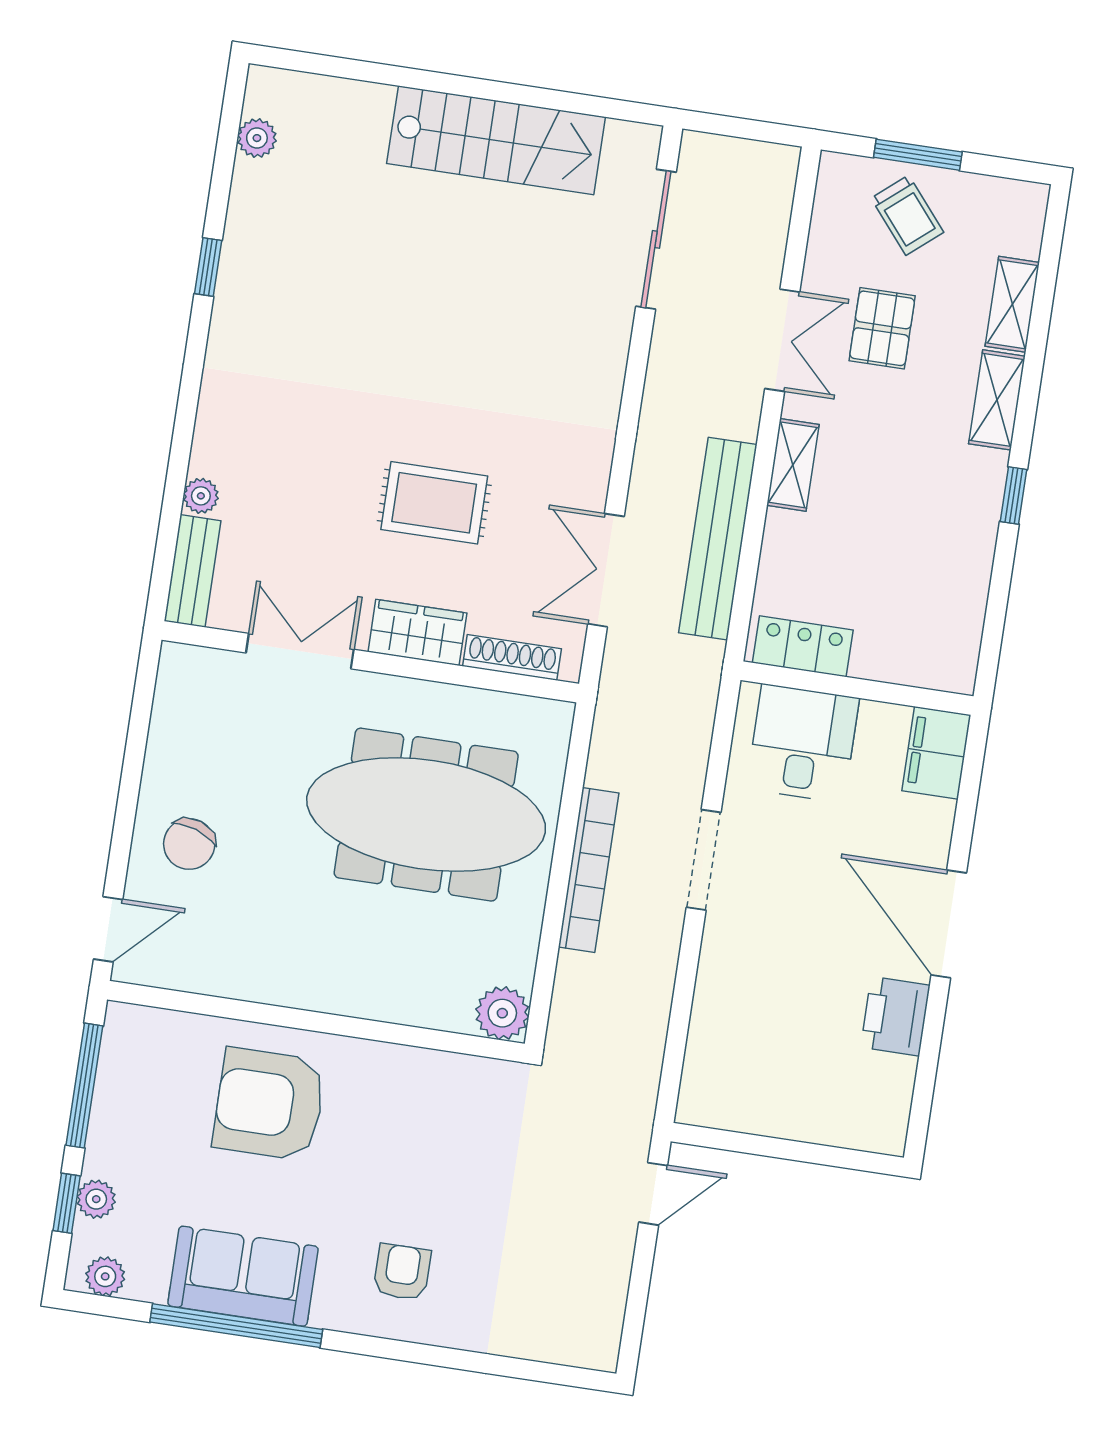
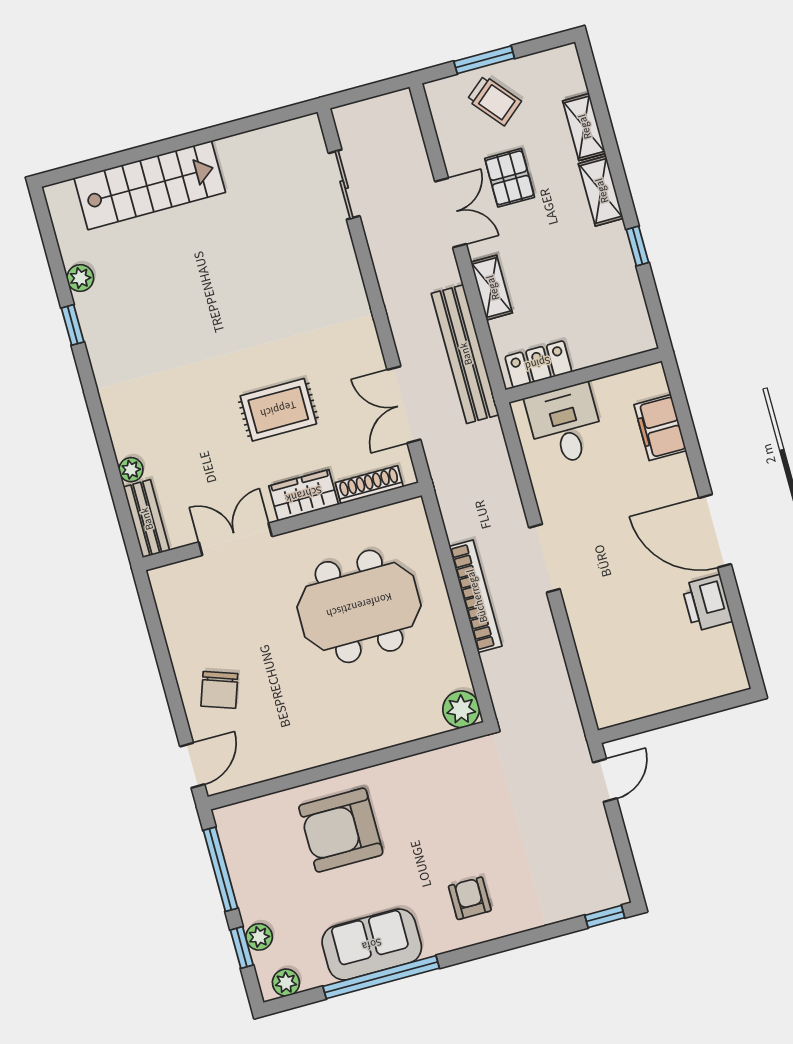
plant: (257, 138) -> (80, 278), moved
stairs: (496, 140) -> (150, 185), moved
sliding door: (656, 239) -> (344, 185), width x0.73
locker: (803, 646) -> (538, 364), moved
wall: (857, 688) -> (584, 375), moved
desk: (803, 743) -> (565, 425), moved
meeting table: (426, 815) -> (359, 606), width x0.73
window: (573, 1377) -> (605, 916), added

